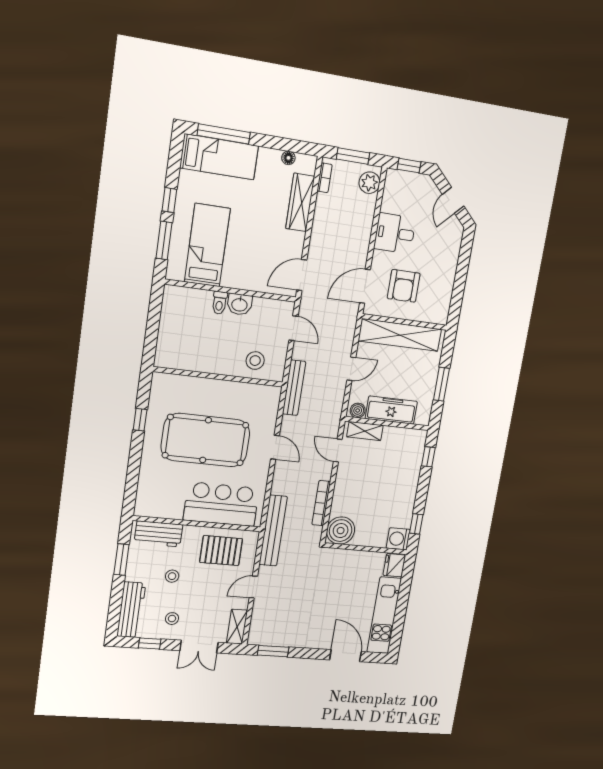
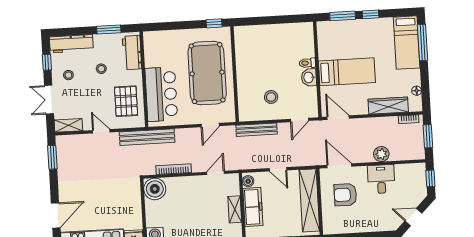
plant: (369, 183) -> (381, 154), moved
bed: (207, 245) -> (347, 72), moved
wall: (218, 377) -> (235, 74), moved
shelving: (365, 431) -> (235, 209), moved

